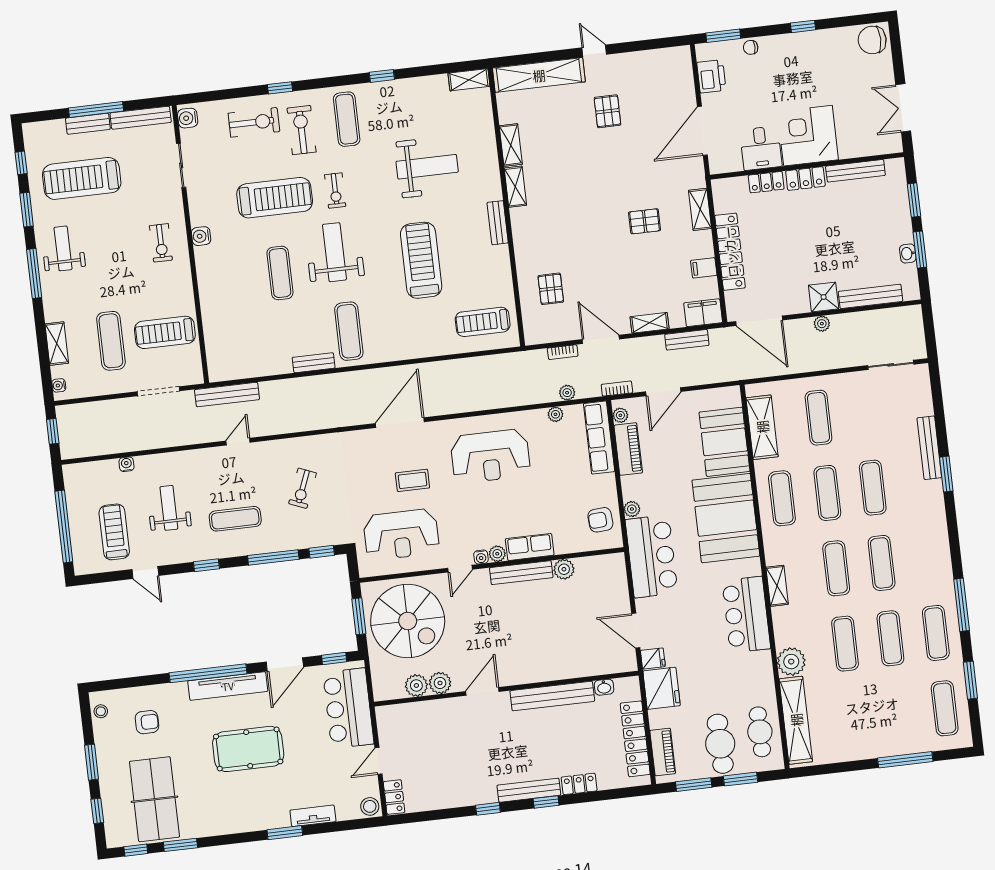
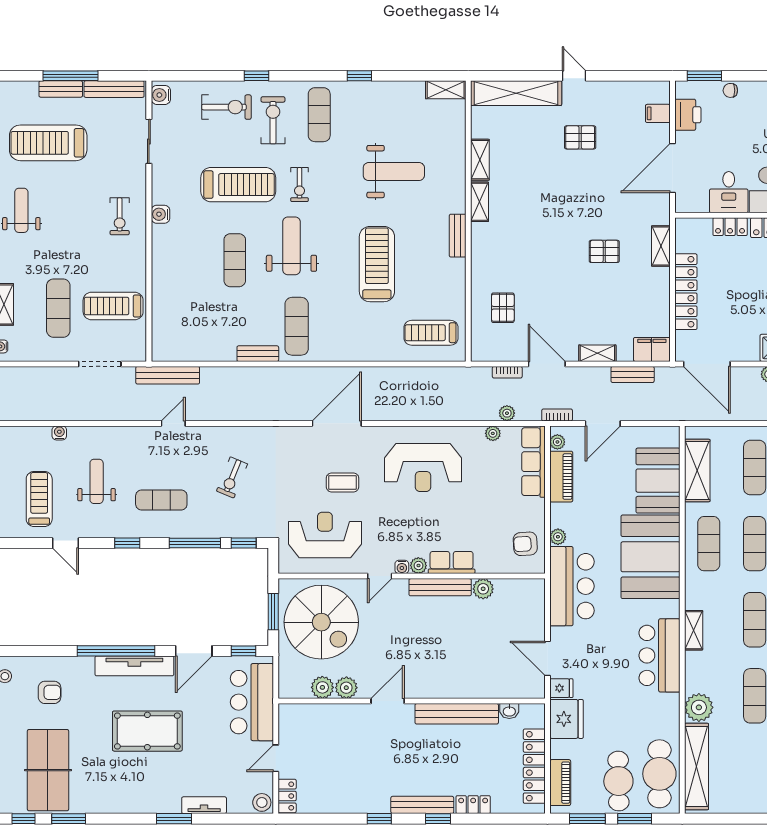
pallet: (607, 111) -> (580, 137), turned 90
filing cabinet: (704, 268) -> (658, 113), moved
reception desk: (401, 534) -> (325, 535), turned 180
cafe table: (760, 732) -> (659, 774), width x1.37, depth x1.35

